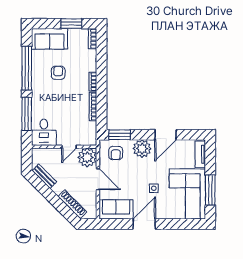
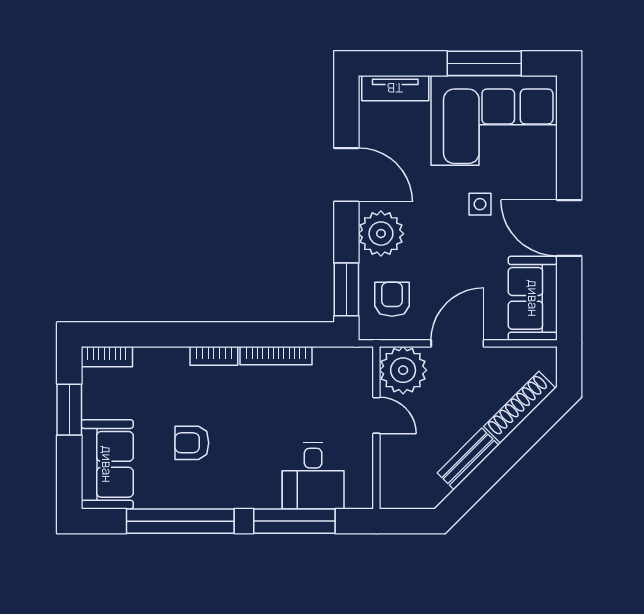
desk: (44, 132) -> (313, 476), moved, turned 90
armchair: (116, 153) -> (392, 299), turned -90
bench: (44, 176) -> (468, 459), moved

